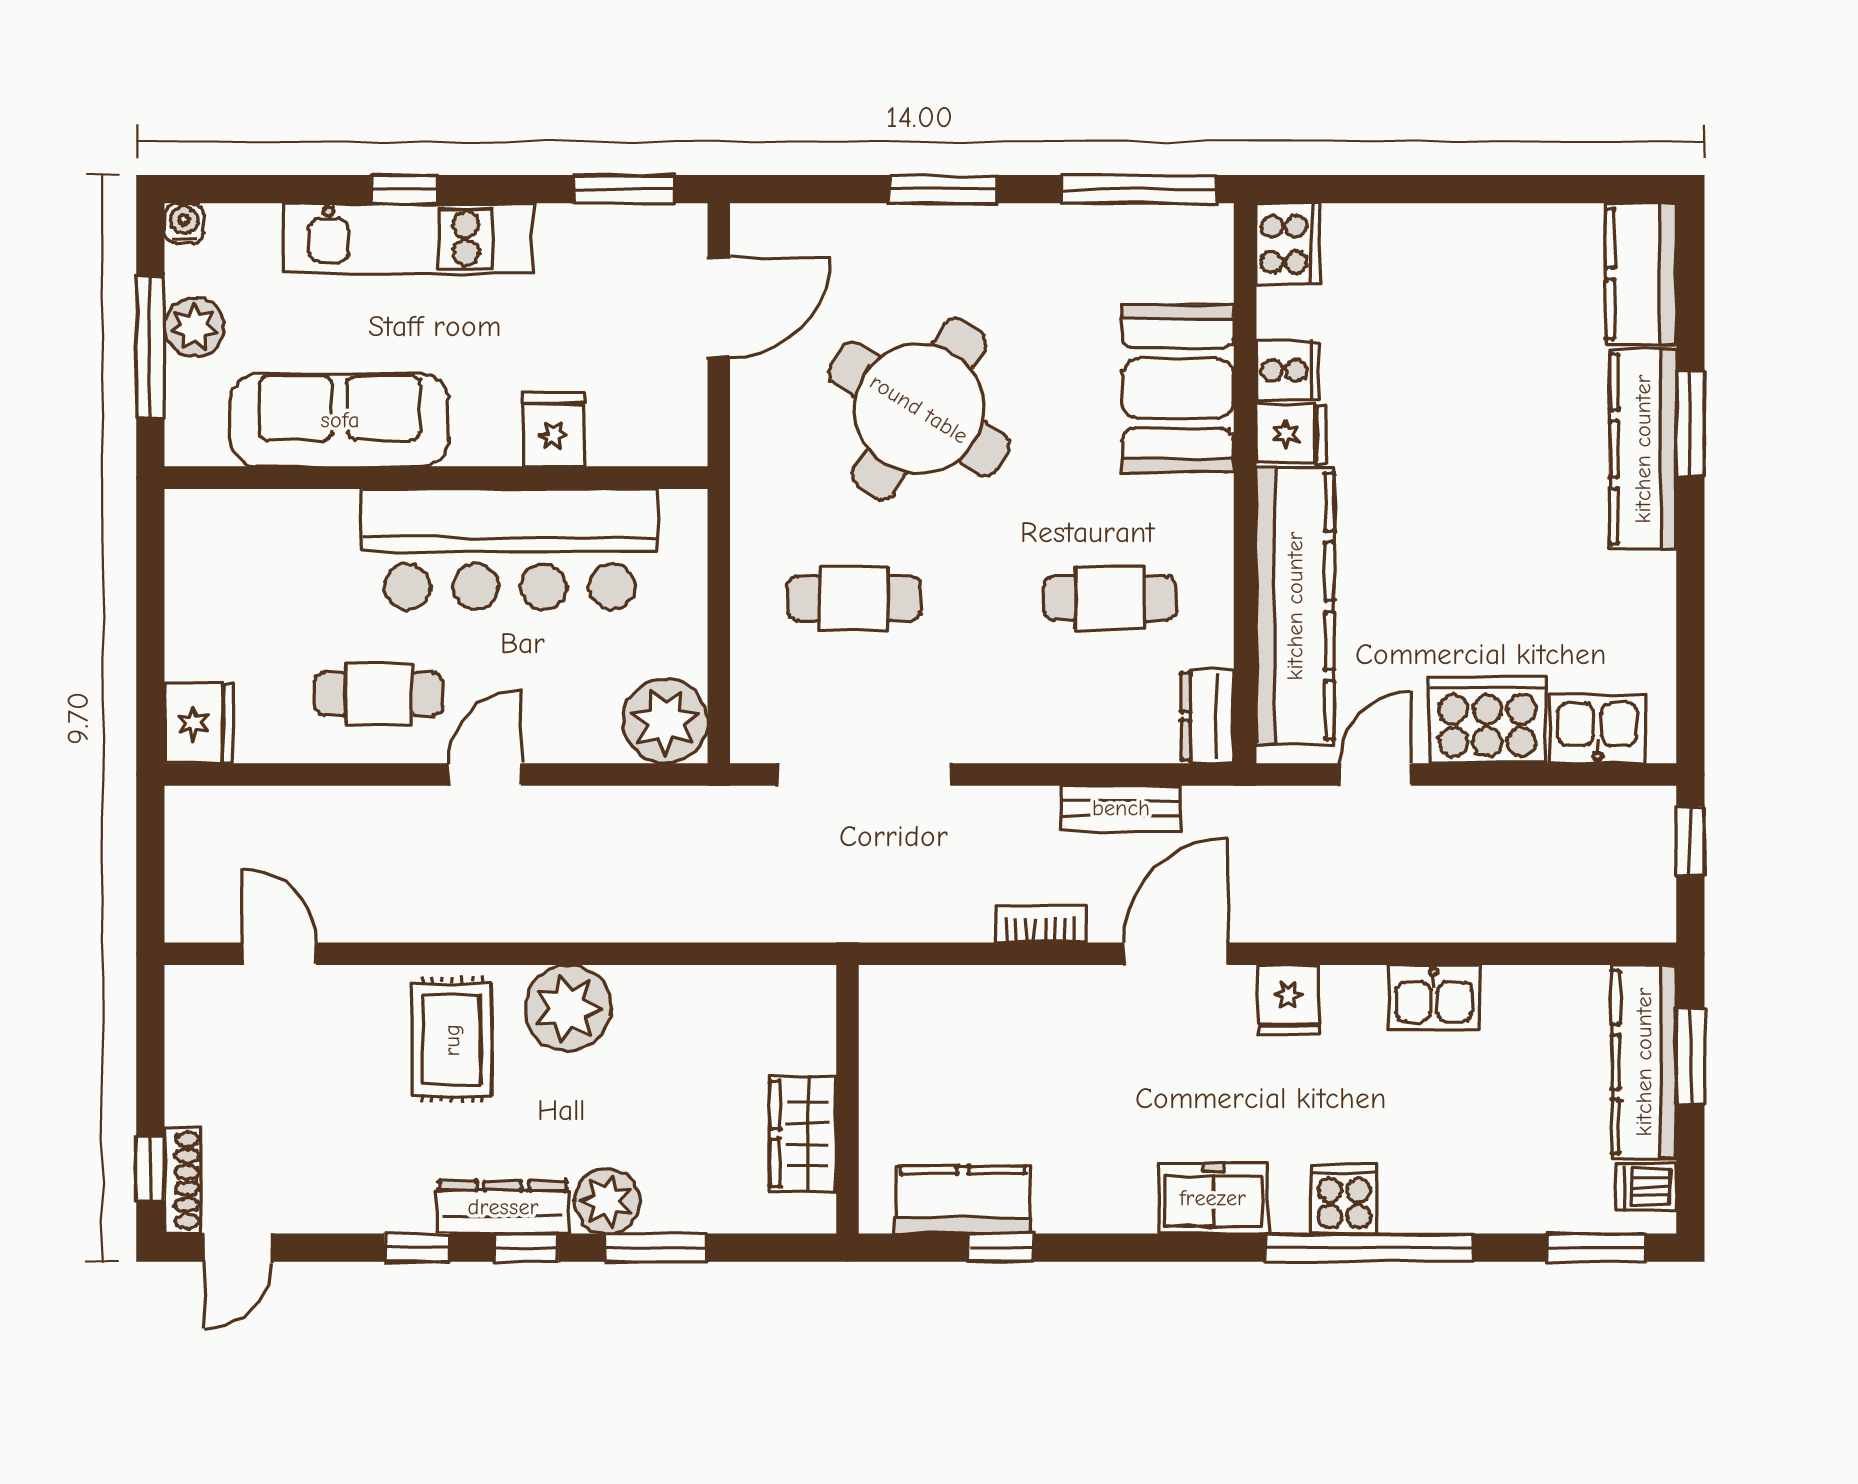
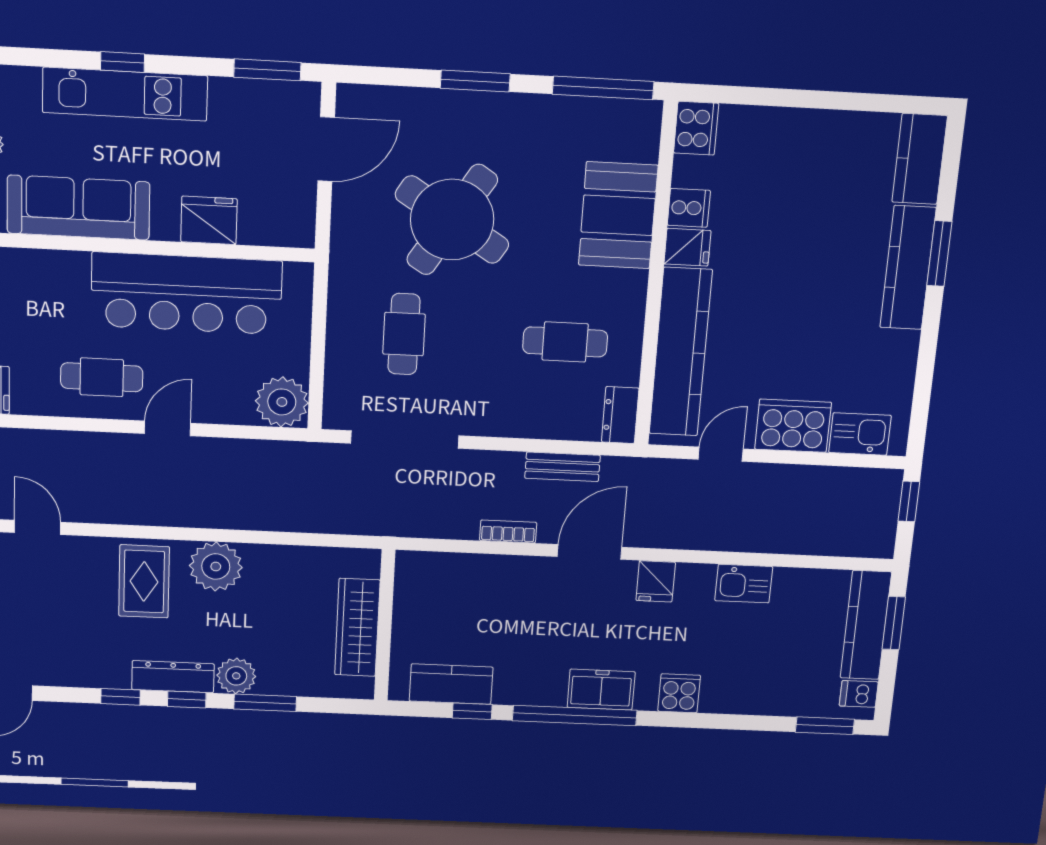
fridge: (553, 430) -> (209, 220), width x1.38
cafe table: (854, 598) -> (404, 334), turned 90
wardrobe: (803, 1134) -> (357, 627), width x1.50
window: (1370, 1248) -> (575, 715), moved

